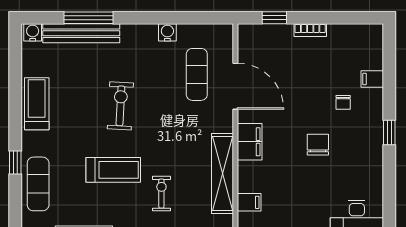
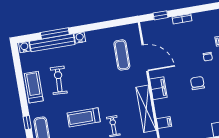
water cooler: (167, 32) -> (80, 38), moved
exercise bike: (120, 106) -> (59, 80), moved
treadmill: (113, 170) -> (84, 117), turned 180

